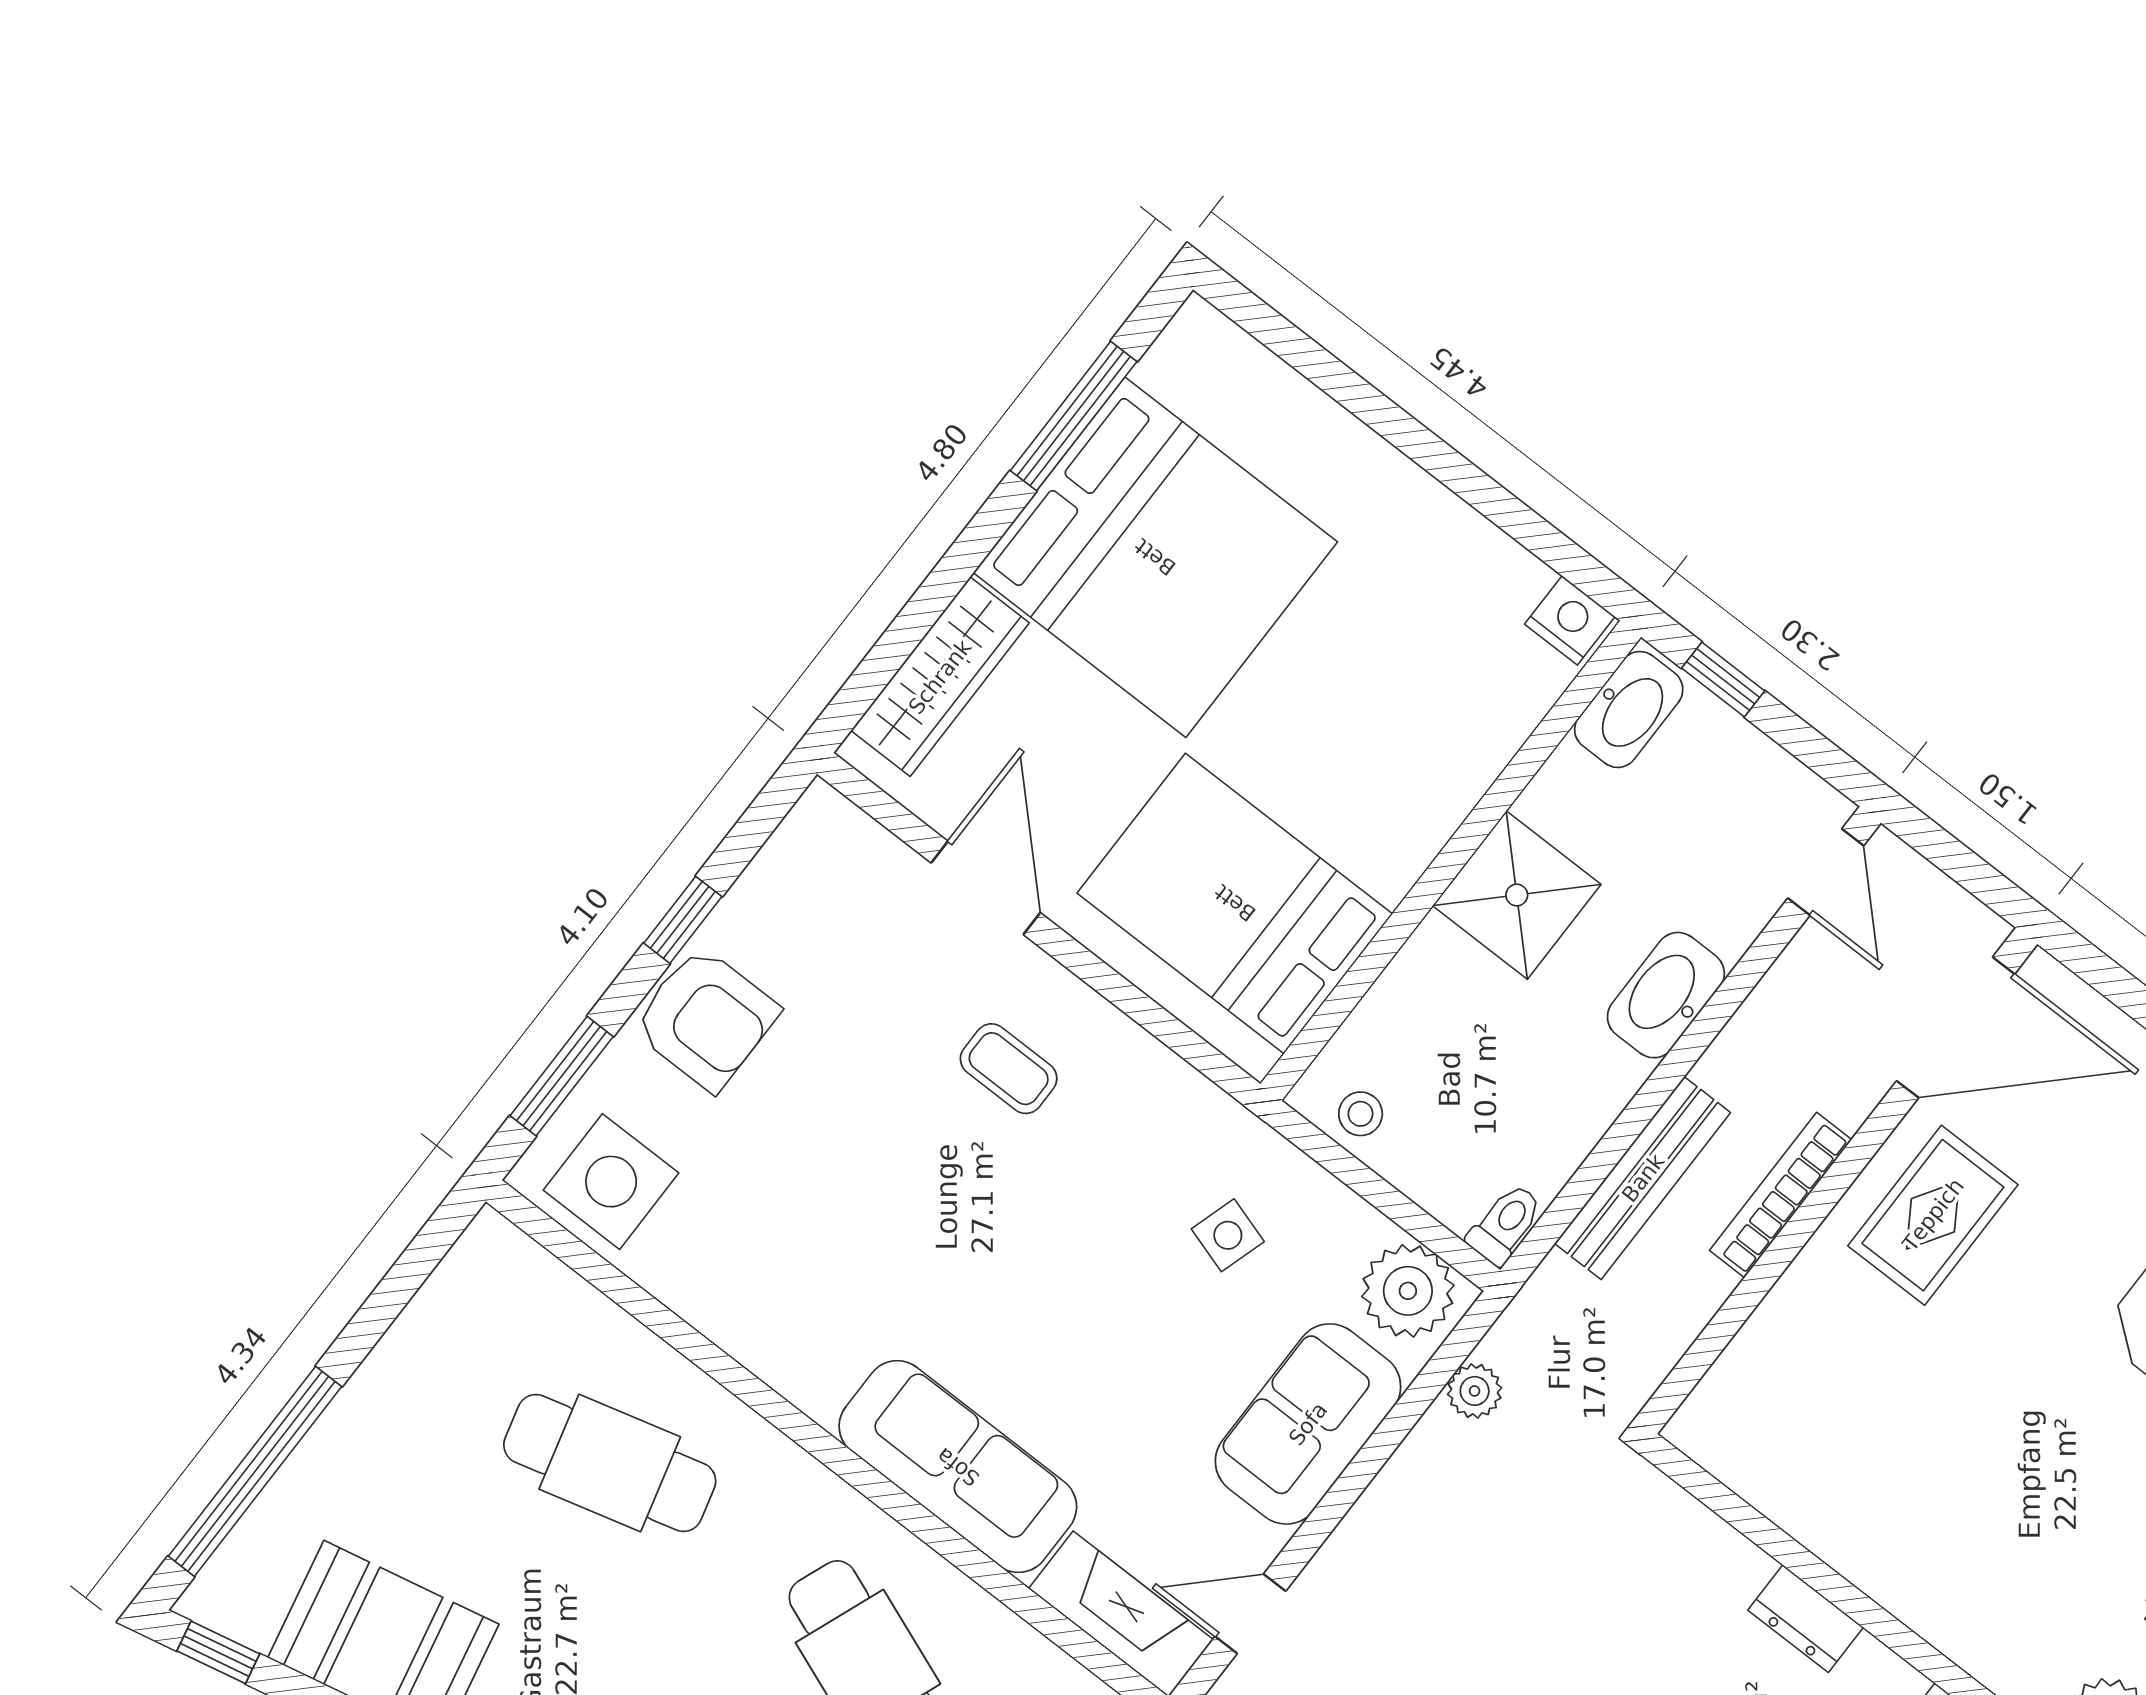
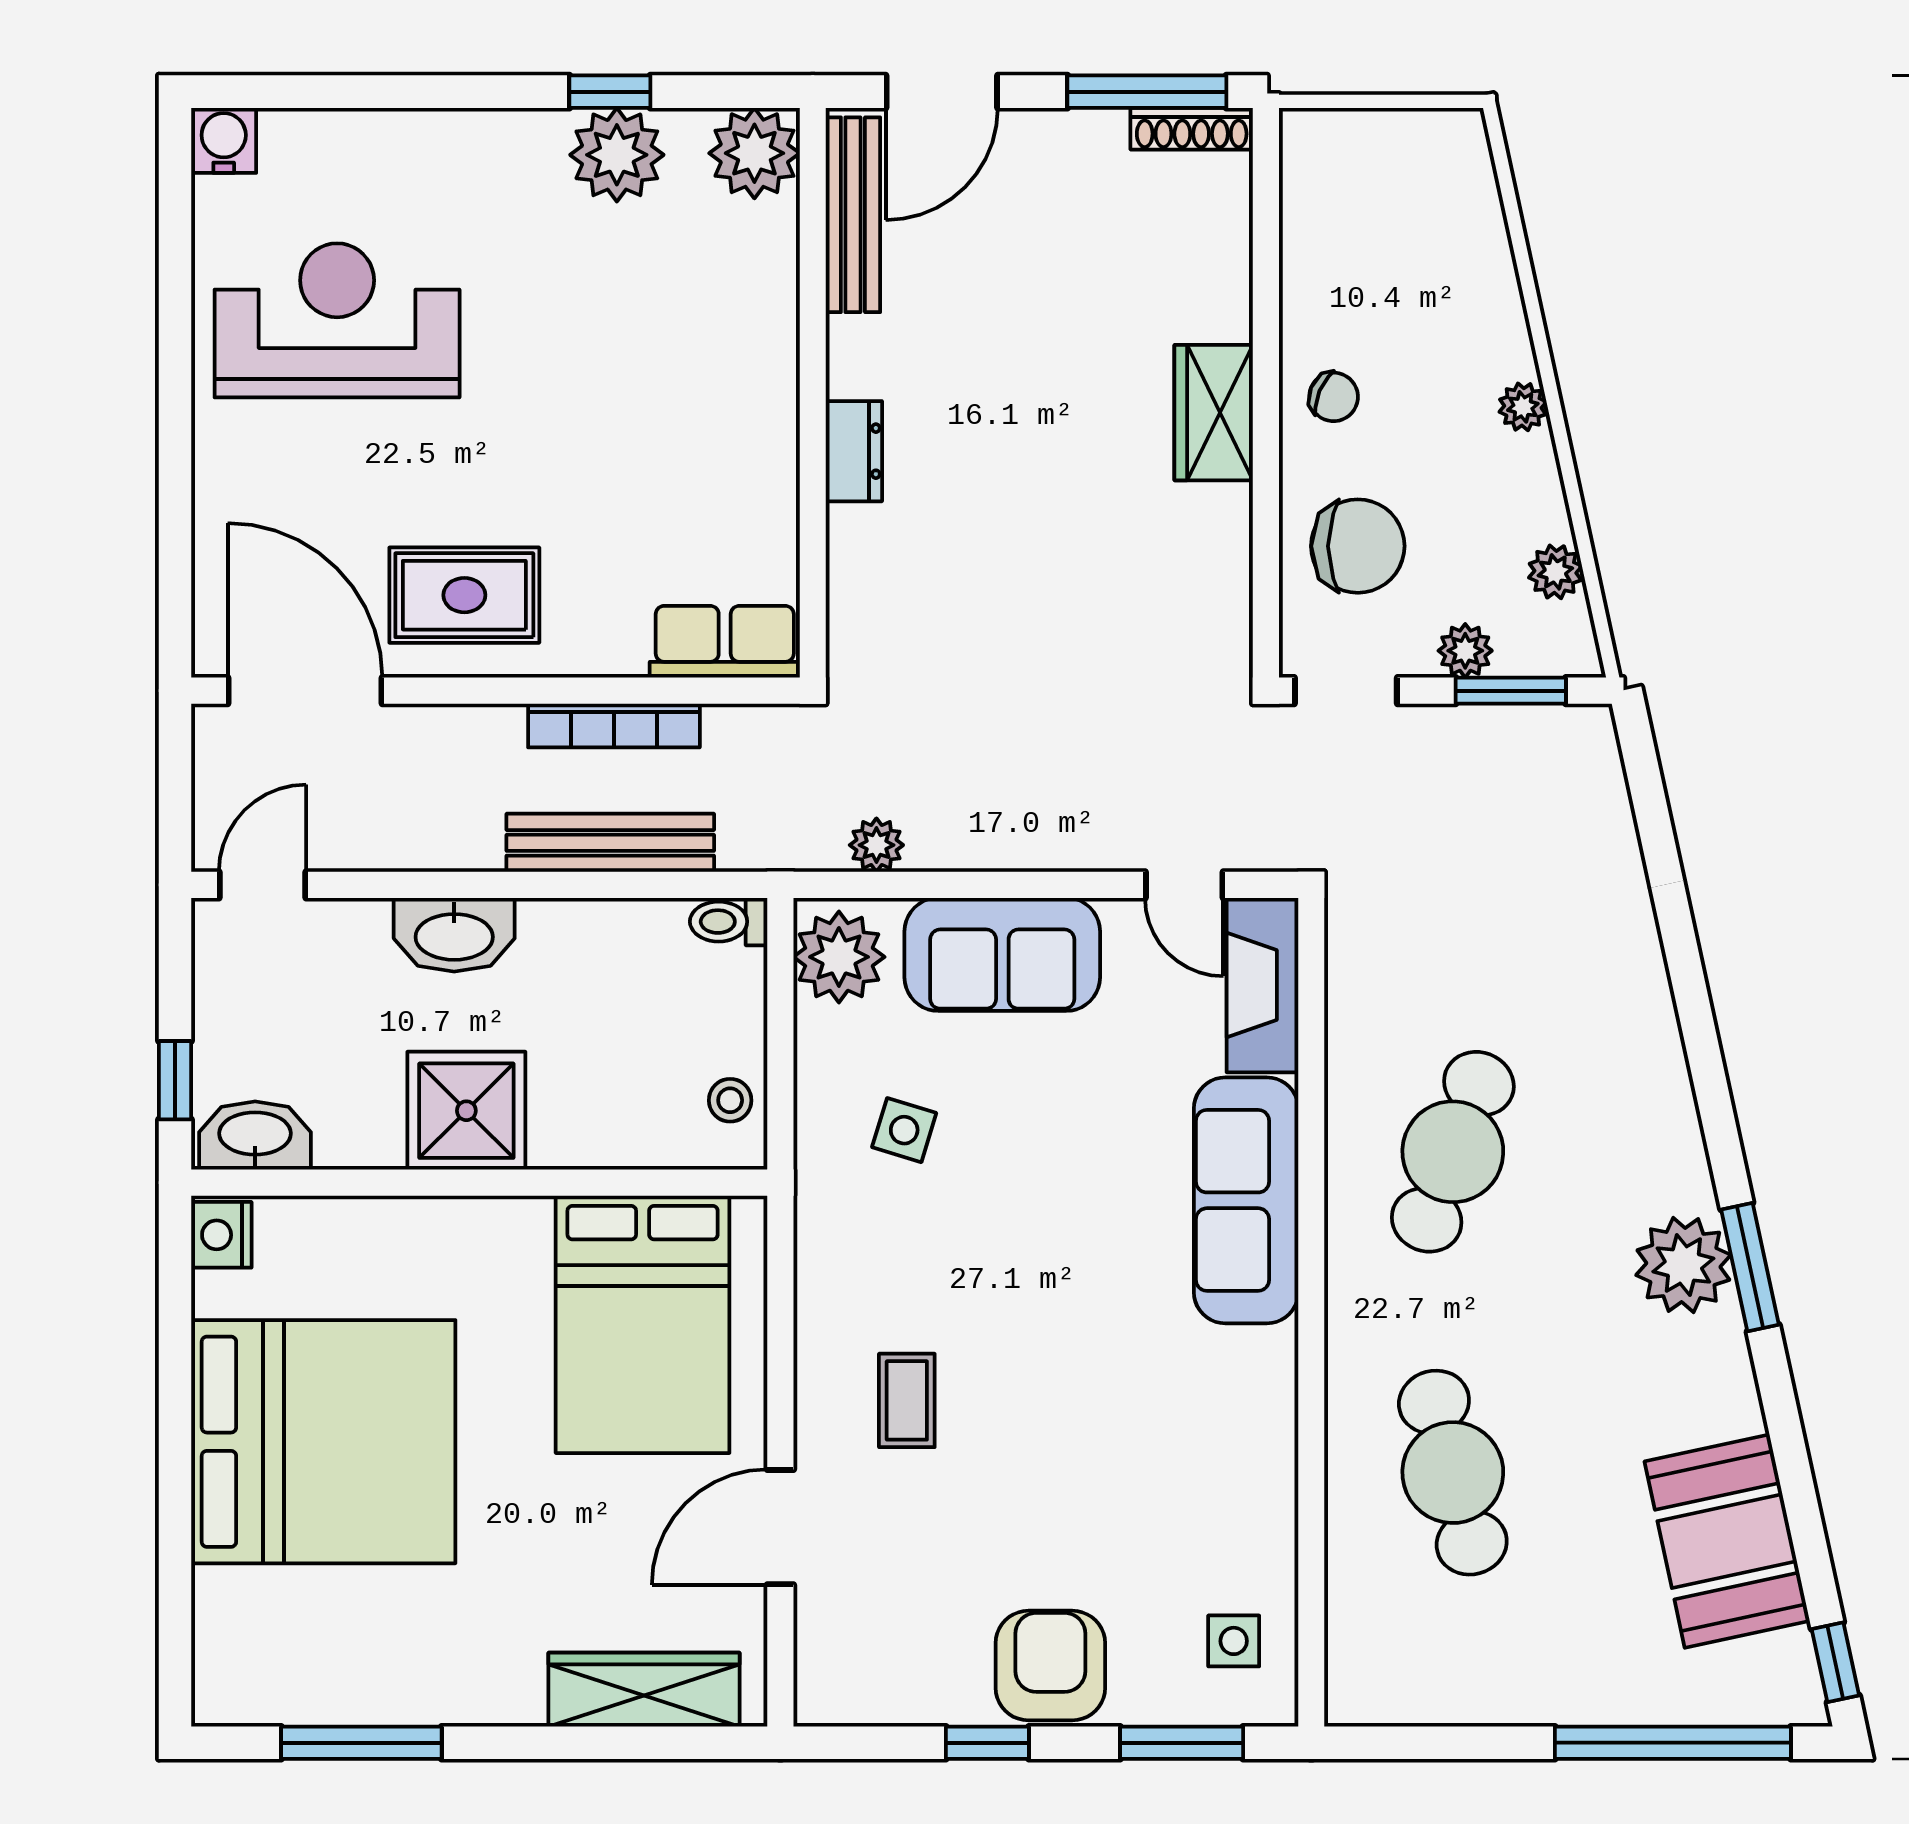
bed: (1155, 557) -> (323, 1442), moved, turned 90
side table: (611, 1182) -> (1234, 1641), width x0.54, depth x0.54
bookcase: (1781, 1195) -> (614, 726), moved
row of seats: (1733, 1396) -> (725, 642), added

